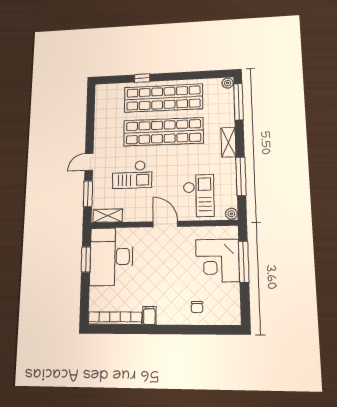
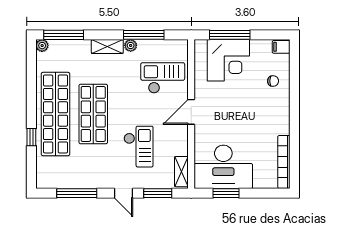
window: (90, 120) -> (77, 193), added
shop shelf: (163, 132) -> (93, 114), width x0.71
plant: (231, 214) -> (131, 45), moved
filing cabinet: (149, 315) -> (281, 47), moved

